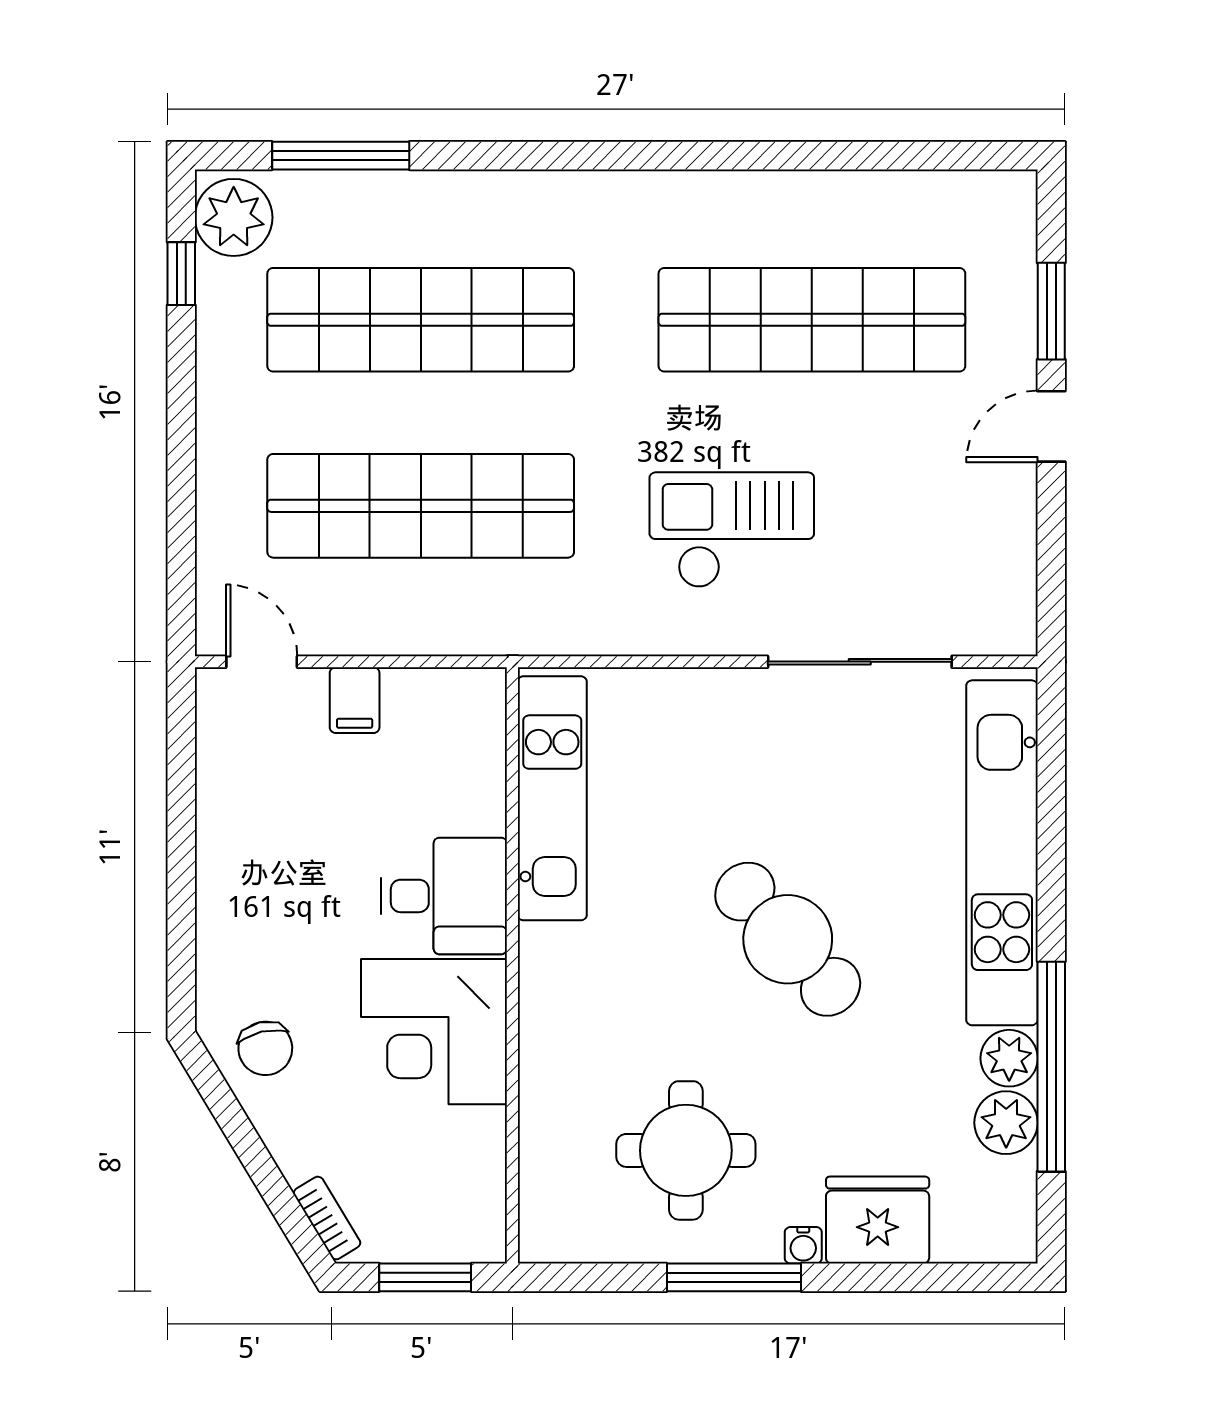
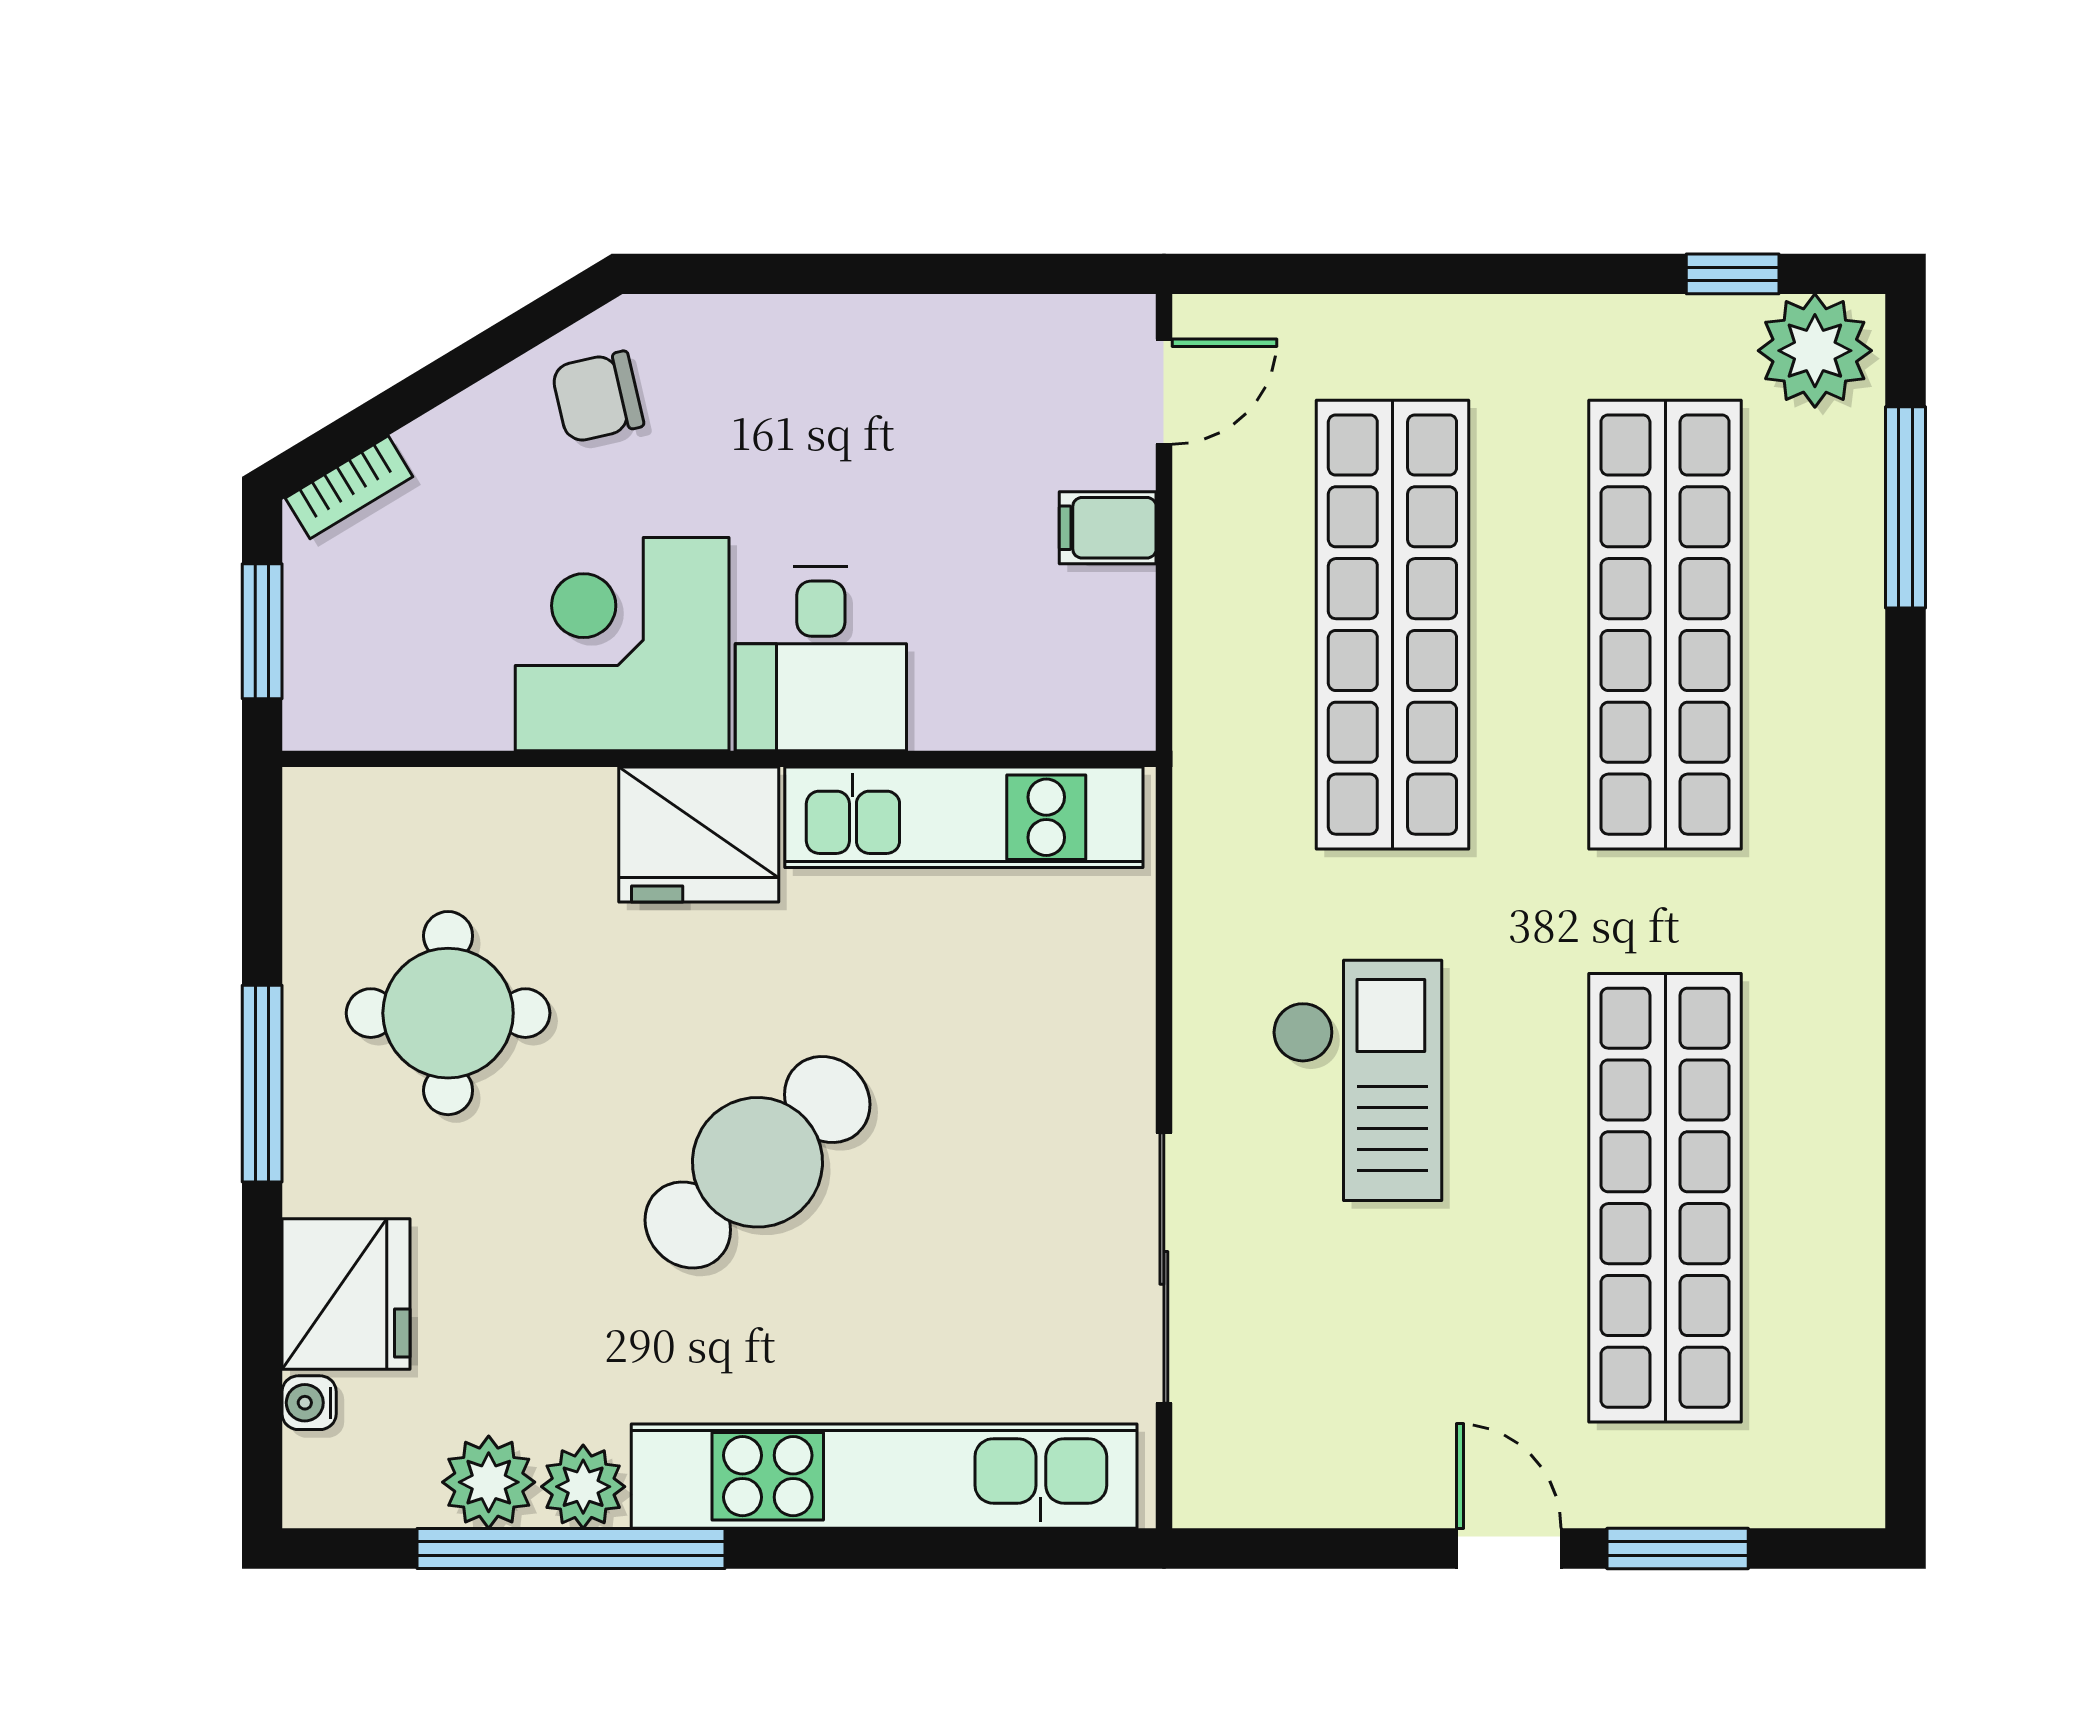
fridge: (564, 979) -> (699, 834), added
water cooler: (803, 1245) -> (309, 1403), moved

